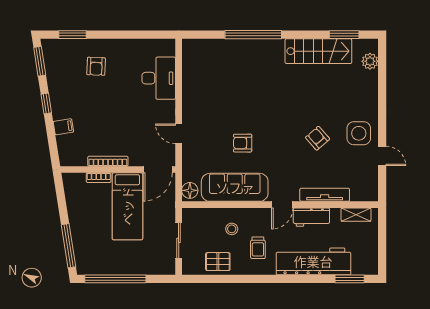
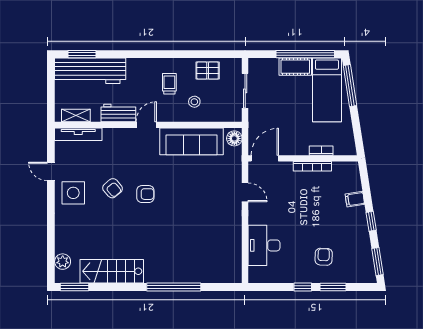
window: (72, 35) -> (333, 287), moved
window: (118, 35) -> (303, 287), added
window: (344, 35) -> (74, 287), moved
armchair: (243, 143) -> (145, 194), moved
tv unit: (325, 195) -> (78, 134), moved
bed: (127, 206) -> (327, 90), moved, turned 180
workbench: (313, 261) -> (90, 71), moved
cot: (126, 266) -> (295, 67), added

